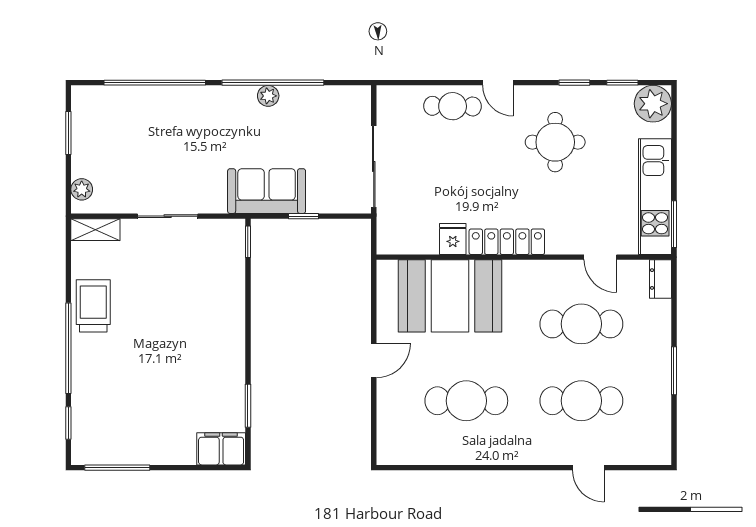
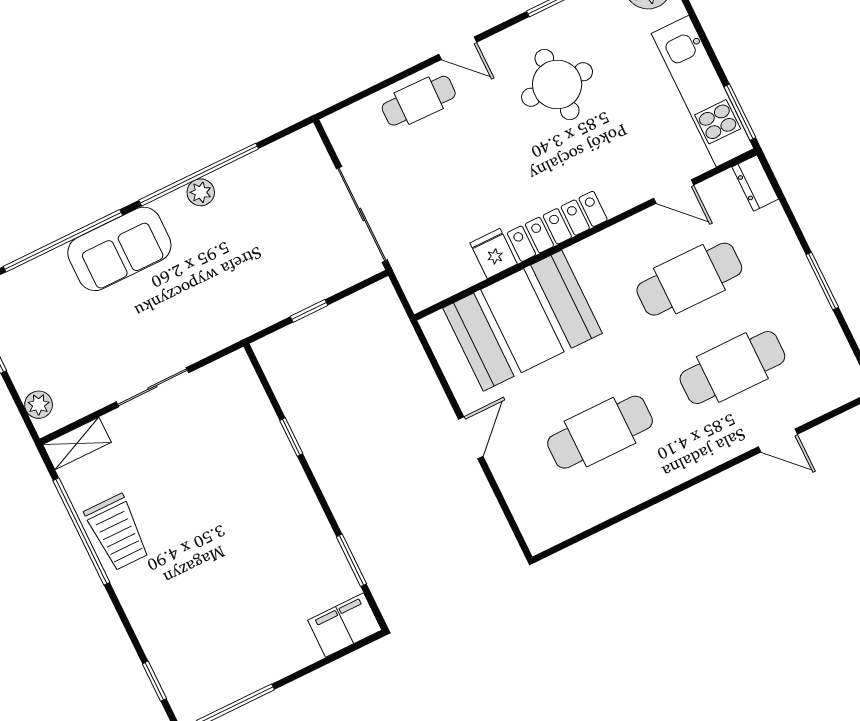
sofa: (267, 191) -> (119, 249), moved, turned 180
window: (248, 242) -> (291, 437), moved
trolley: (93, 306) -> (117, 532), turned 180
window: (68, 348) -> (81, 531), moved

